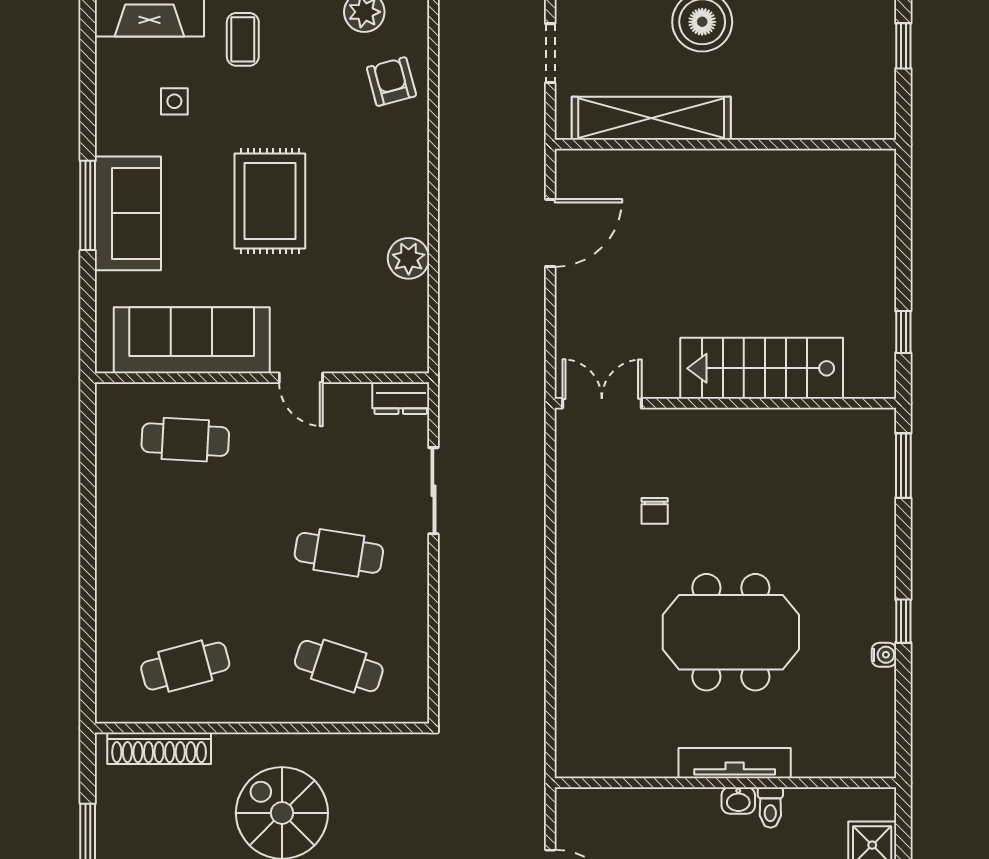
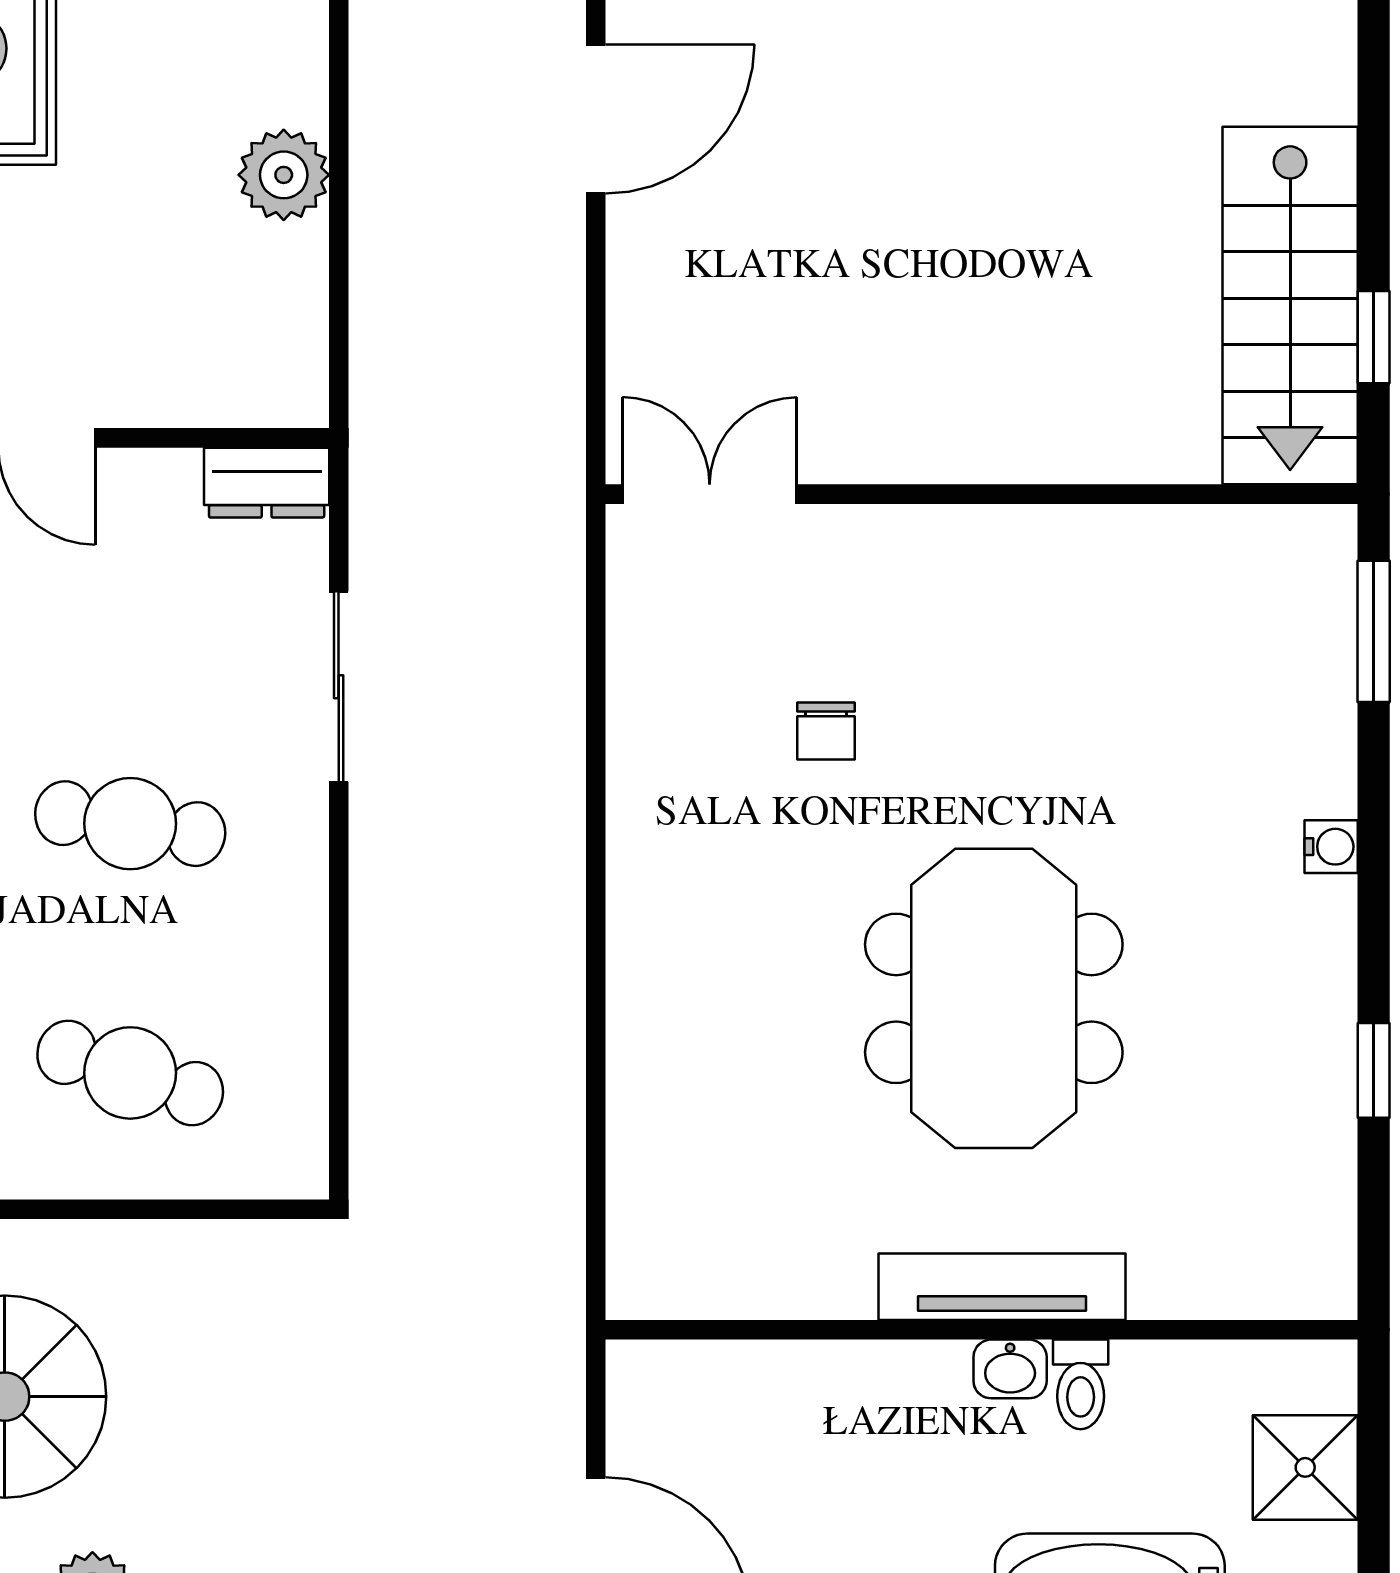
stairs: (762, 368) -> (1290, 306), moved, turned -90
window: (903, 621) -> (1374, 1070), moved
meeting table: (731, 632) -> (994, 998), turned 90
water cooler: (884, 655) -> (1331, 847), moved

